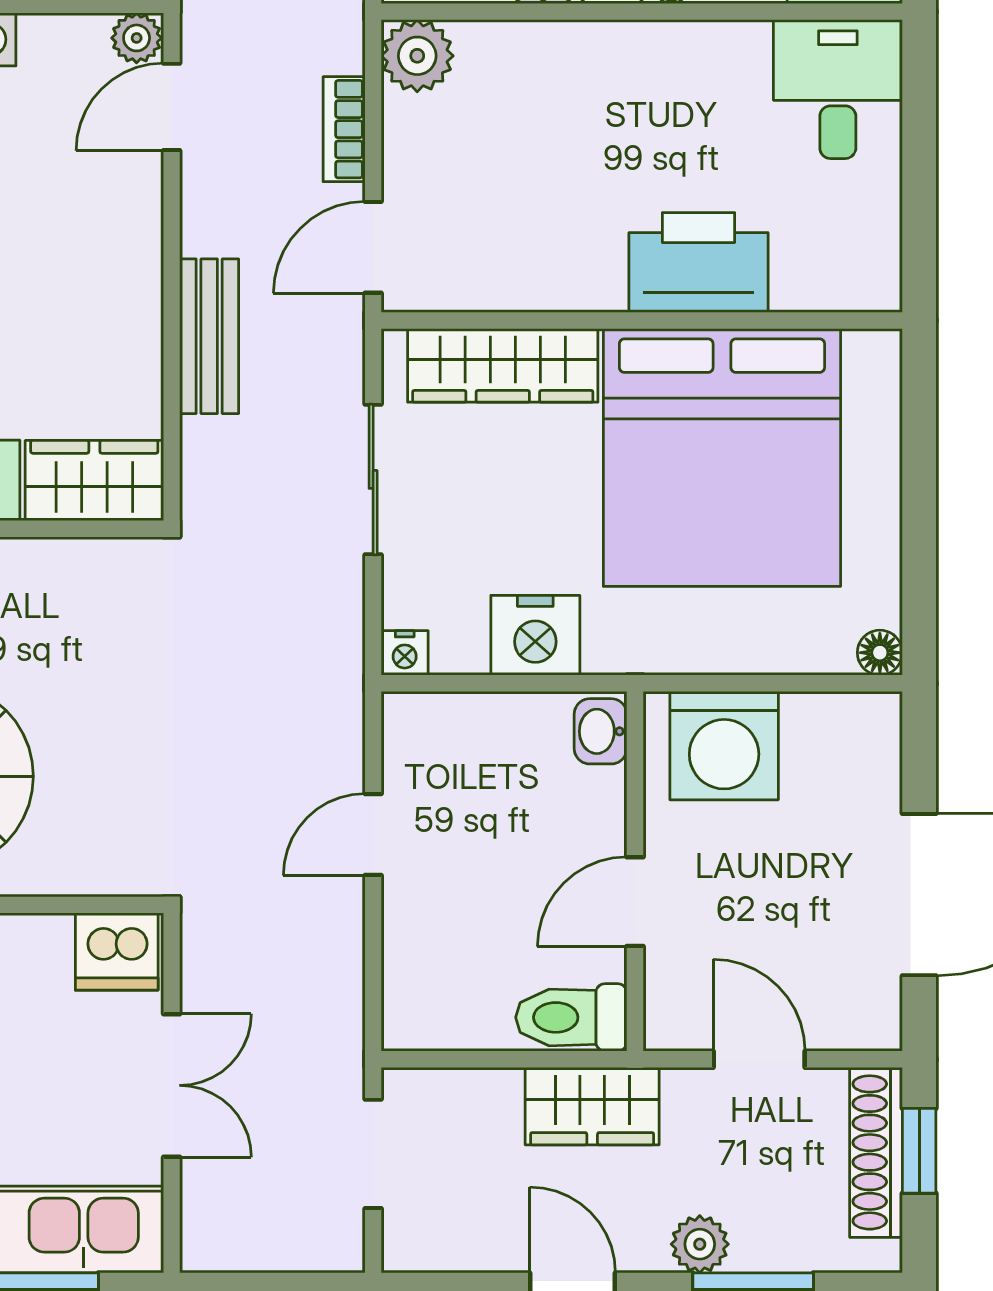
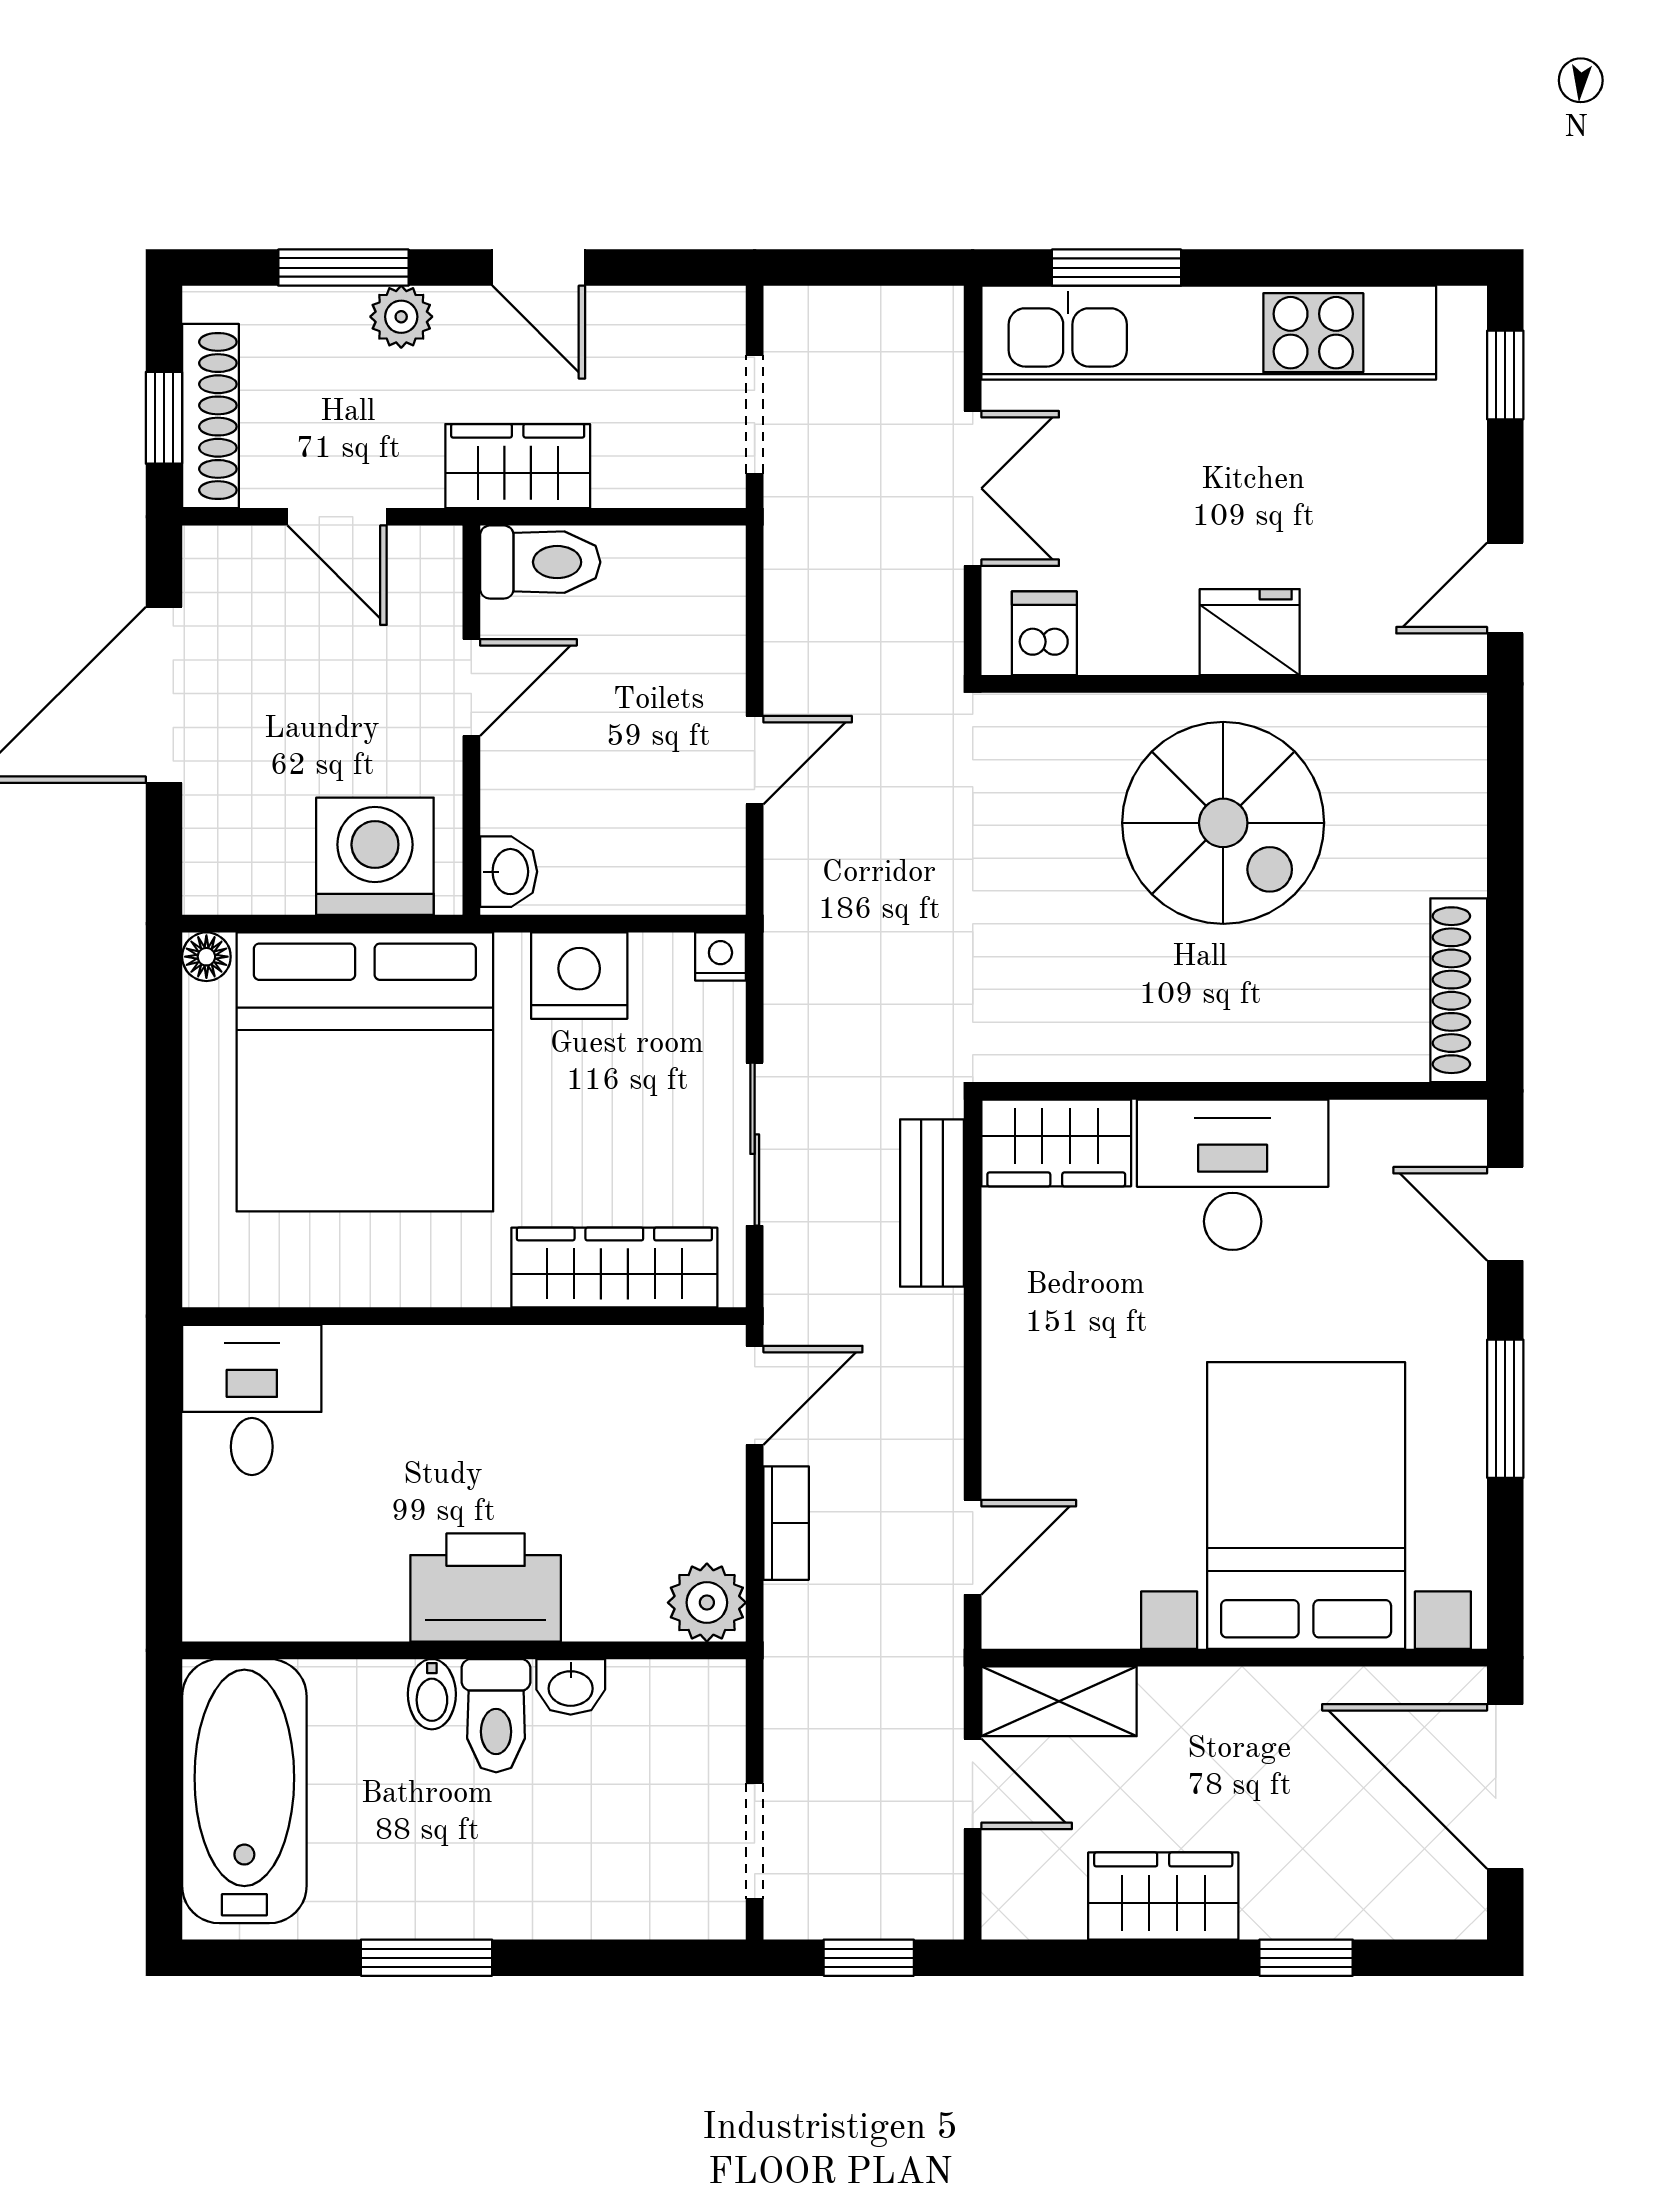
plant: (137, 38) -> (1011, 1622), removed
desk: (838, 89) -> (252, 1400), moved, turned 180
printer: (699, 263) -> (486, 1588), moved, turned 180
bench: (209, 336) -> (932, 1203), moved
bed: (722, 458) -> (365, 1072), moved, turned 180
dishwasher: (117, 952) -> (1044, 633), width x0.73
double door: (172, 1085) -> (973, 488), swing flipped

